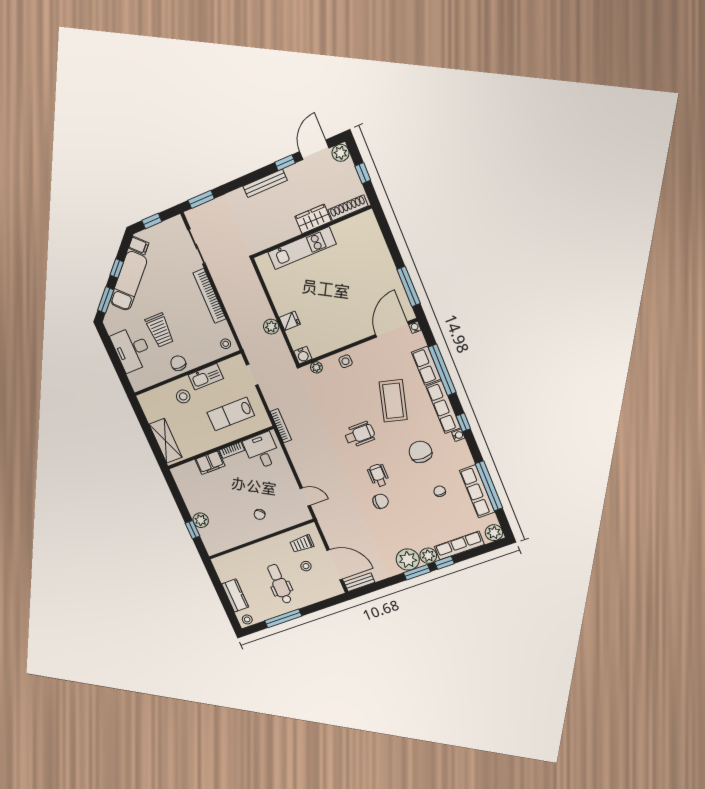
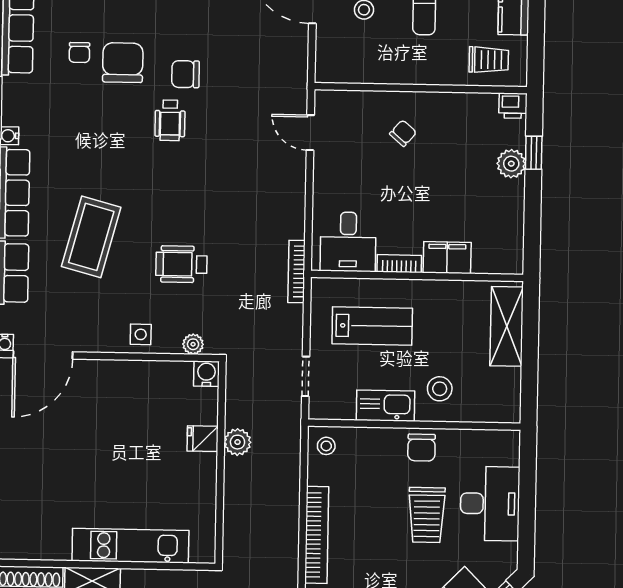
trolley: (160, 330) -> (427, 515), turned 180
wheelchair: (360, 434) -> (181, 264), moved
chair: (420, 452) -> (123, 63), moved, turned 180
trolley: (302, 544) -> (489, 60), moved
printer: (213, 548) -> (513, 106), added

